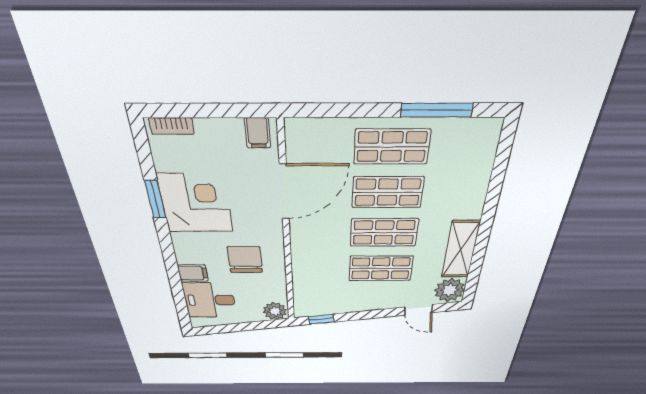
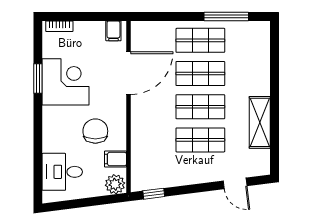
filing cabinet: (193, 273) -> (115, 159), moved, turned 180
plant: (450, 290) -> (258, 162), removed

